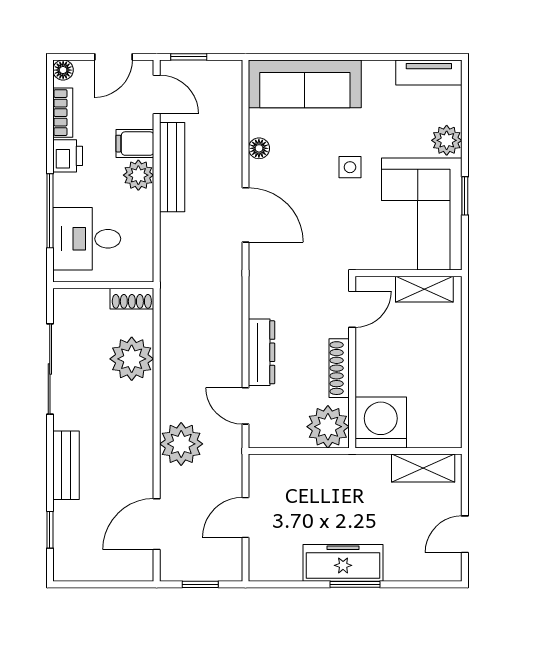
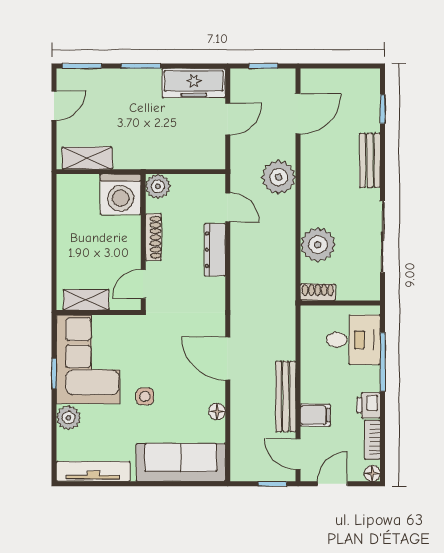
tv unit: (429, 72) -> (93, 471), width x1.41
plant: (138, 175) -> (313, 390), removed
plant: (328, 427) -> (158, 186), width x0.73, depth x0.73
freezer: (343, 563) -> (194, 83), moved
window: (430, 584) -> (82, 66), added

